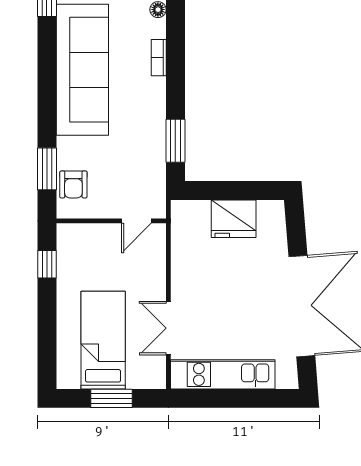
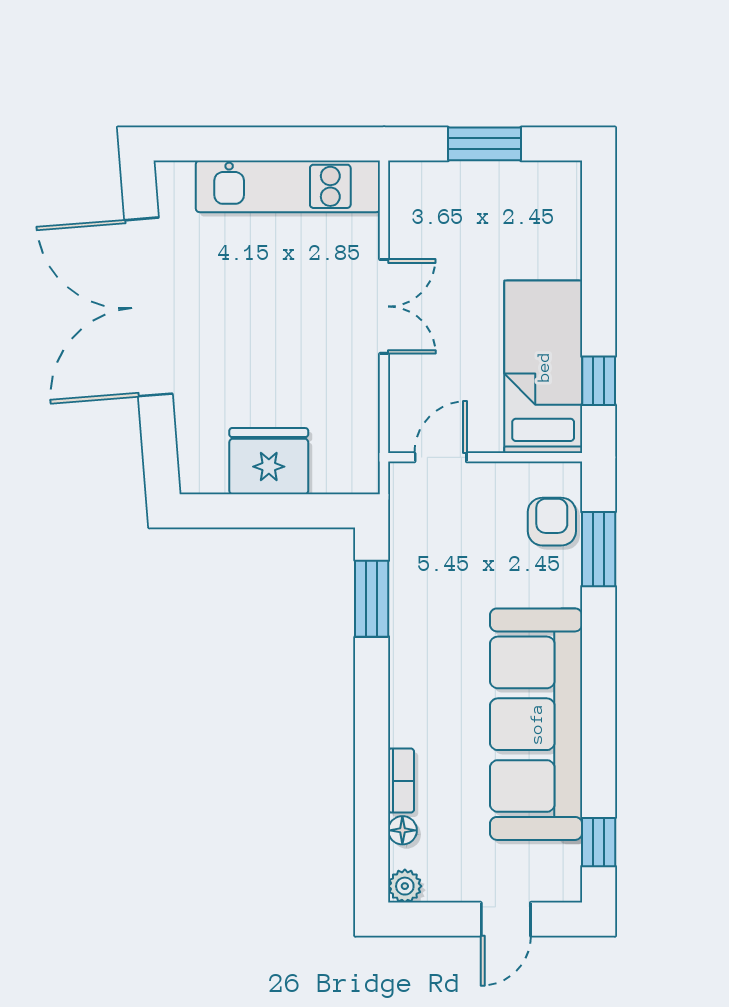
bookcase: (159, 58) -> (401, 781), moved
double door: (168, 328) -> (384, 306), moved
bed: (103, 340) -> (543, 367), moved, turned 180

